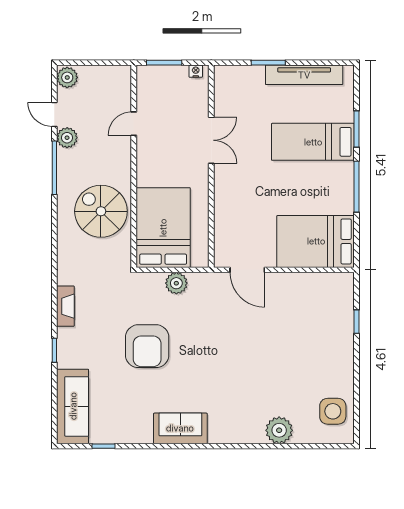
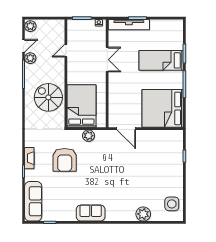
tv unit: (304, 75) -> (129, 25), moved
door: (54, 114) -> (24, 46), swing flipped
bed: (316, 241) -> (163, 108), width x1.36
fireplace: (65, 306) -> (29, 158), moved
armchair: (147, 346) -> (65, 160), moved

